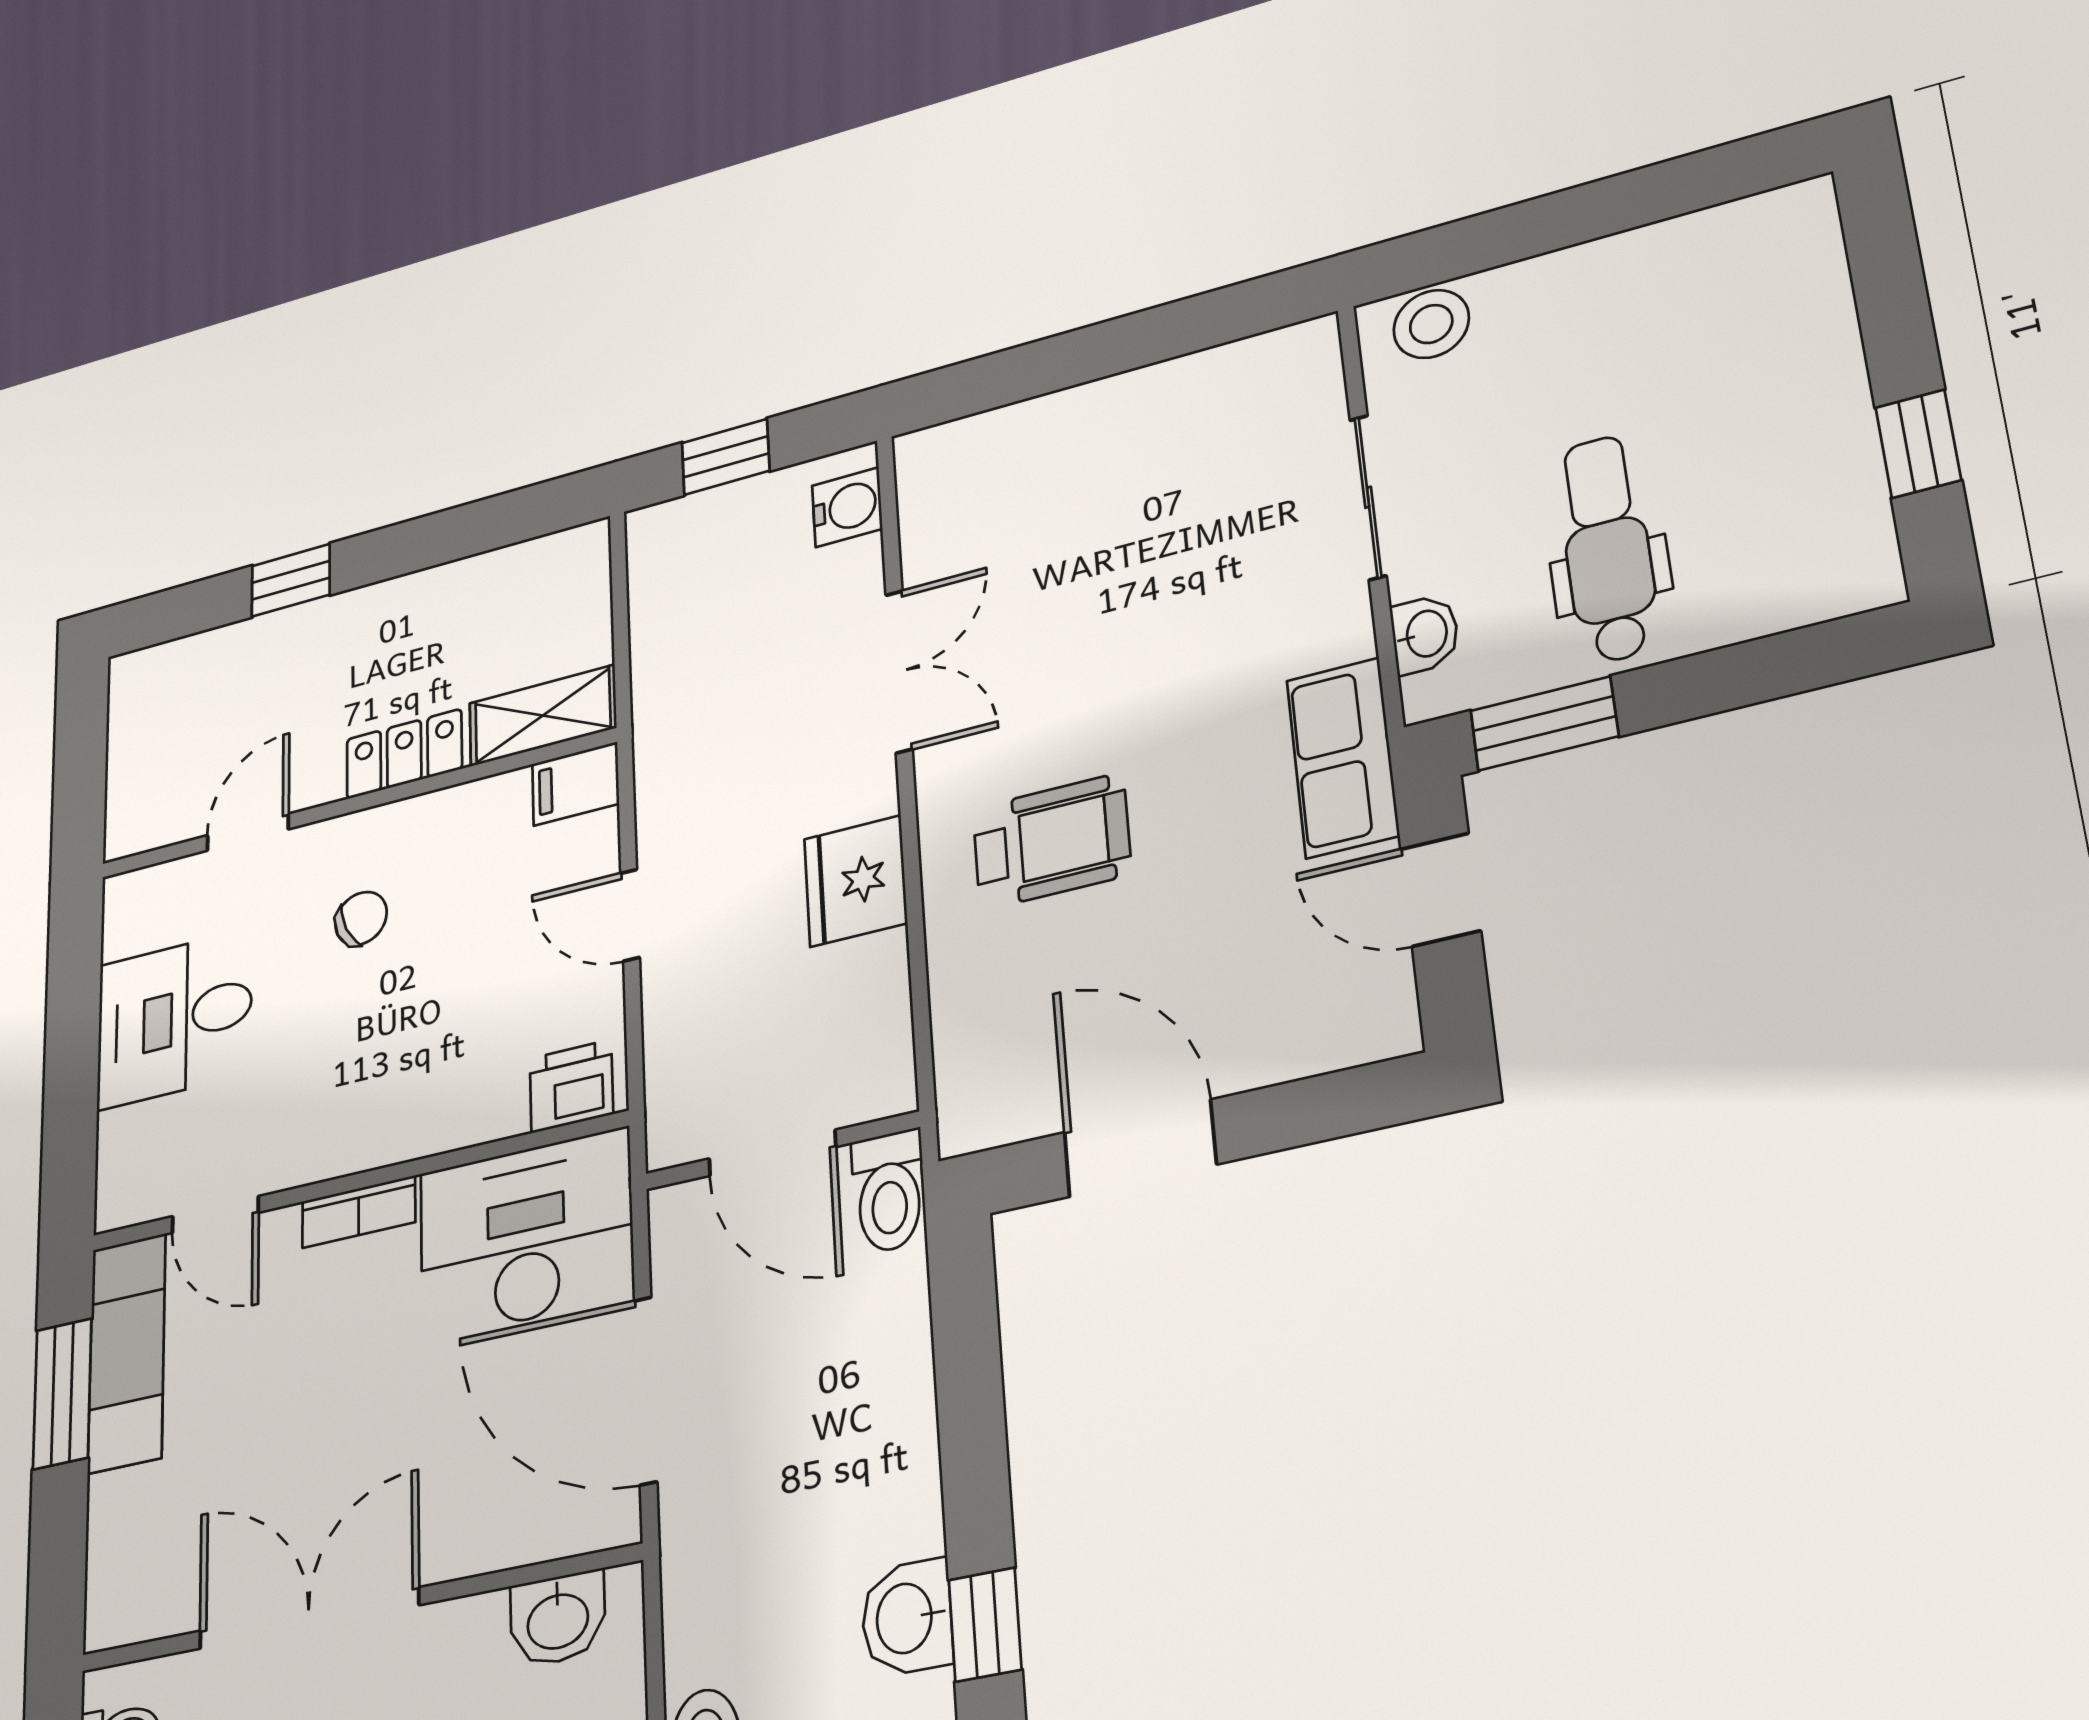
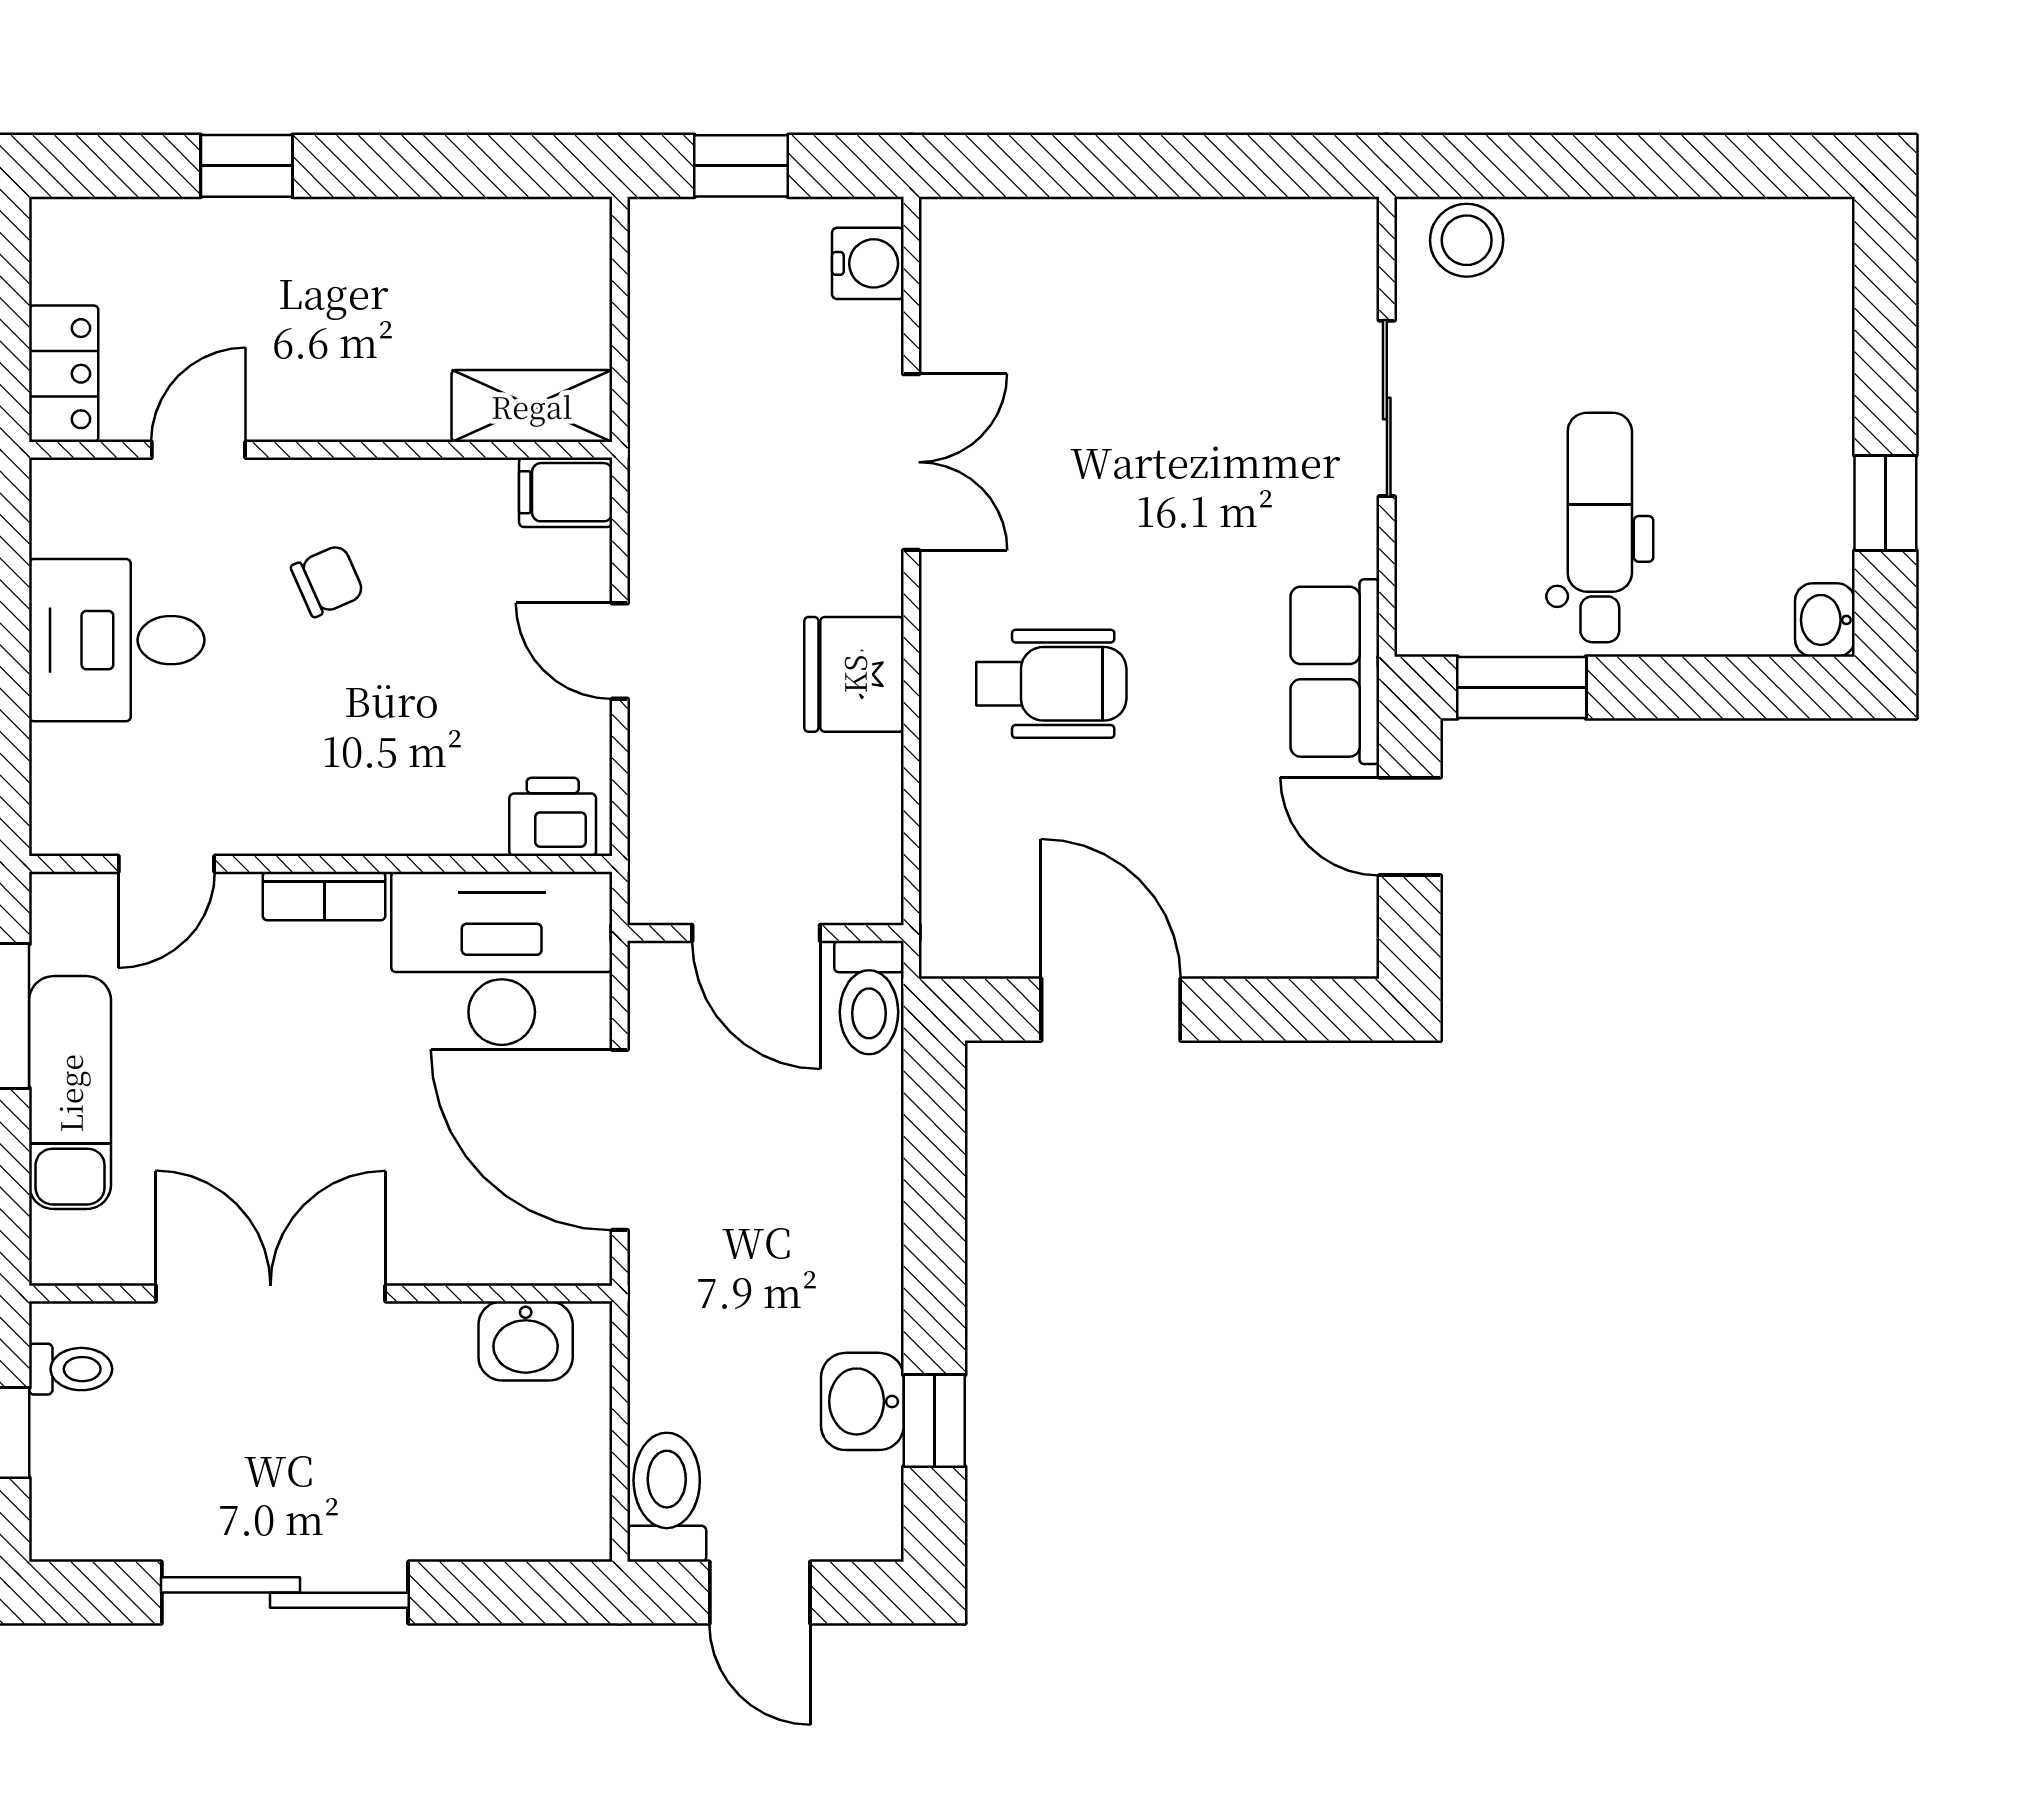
washbasin: (1425, 634) -> (1825, 620), moved, turned 180
locker: (404, 754) -> (64, 374), moved, turned 90
door: (215, 1215) -> (166, 864), hinge flipped
exam couch: (127, 1353) -> (70, 1093), moved

